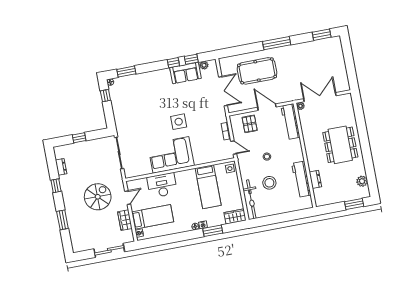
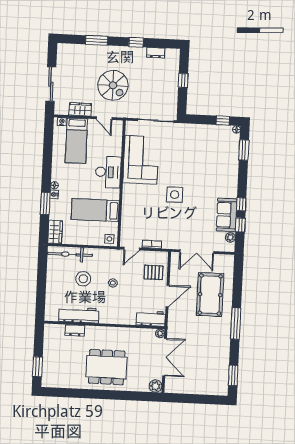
workbench: (290, 122) -> (151, 318), width x0.73
corner sofa: (171, 155) -> (141, 160), moved
plant: (362, 181) -> (156, 386), moved
desk: (162, 185) -> (108, 172), moved

